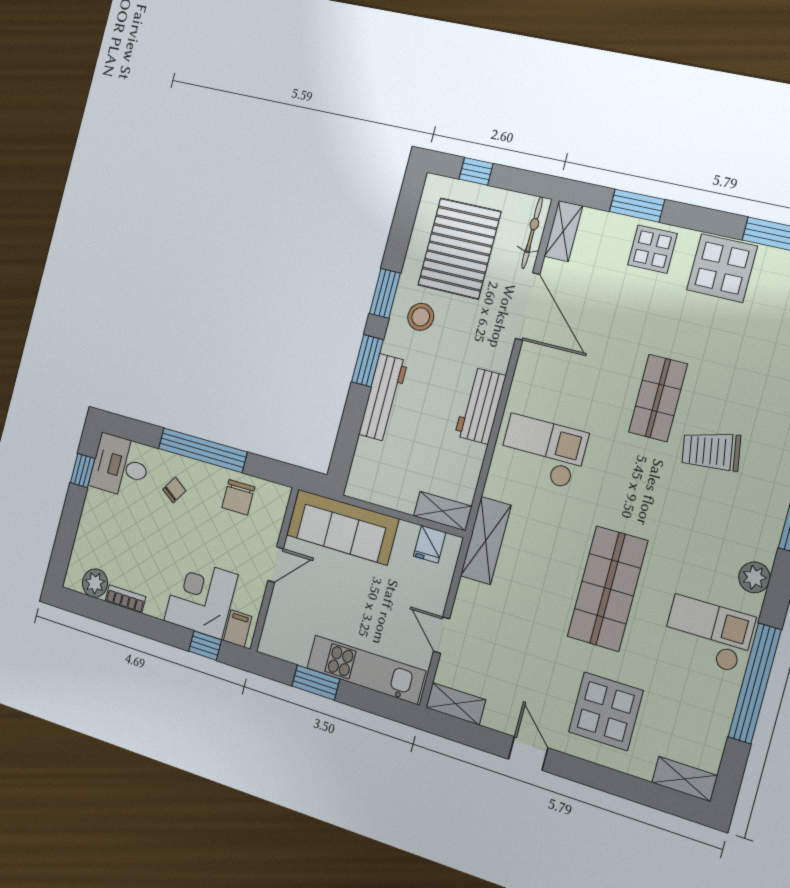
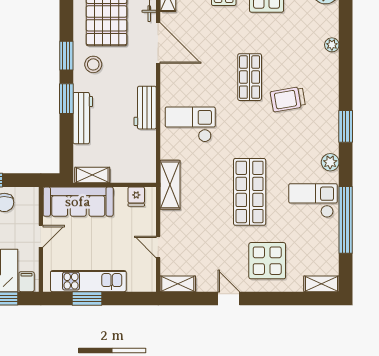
shelving: (443, 511) -> (92, 175), moved
kitchen unit: (366, 669) -> (88, 281), moved

